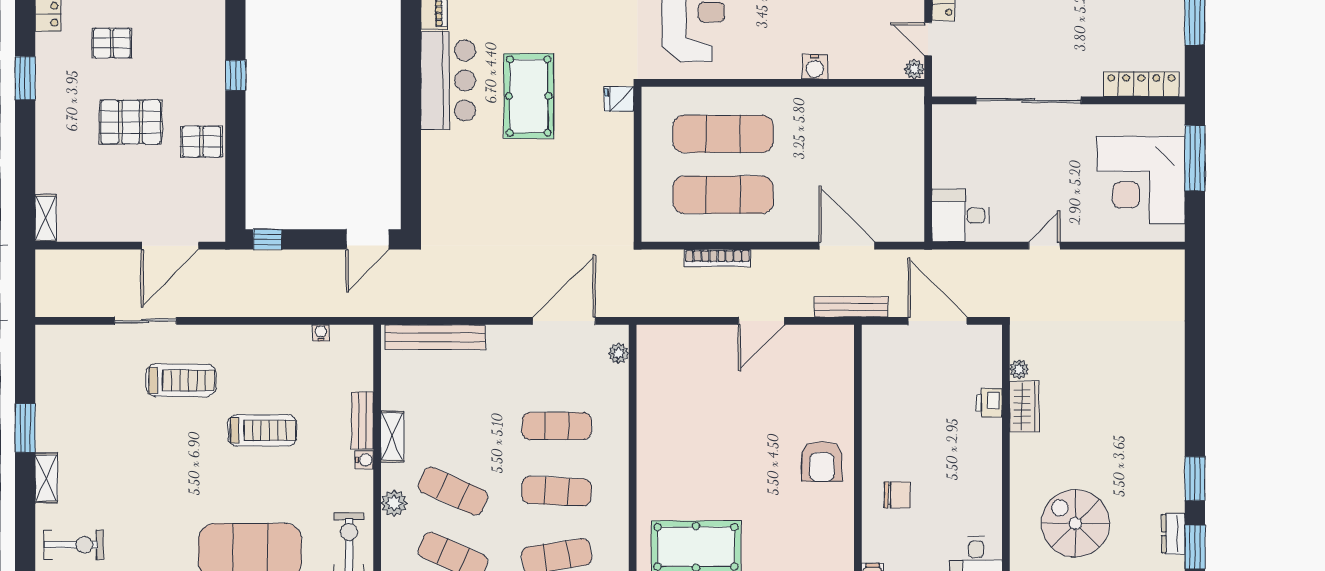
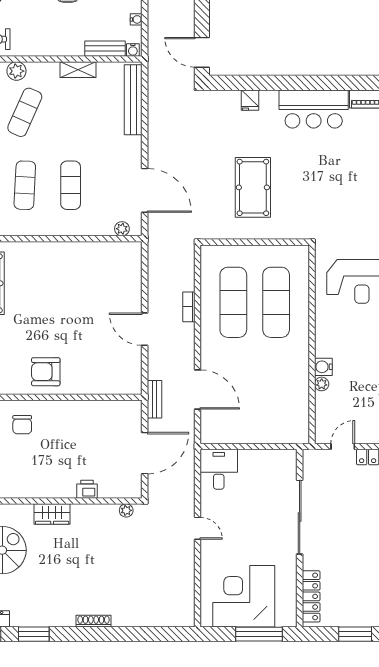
plant: (914, 69) -> (322, 384), moved
pool table: (529, 96) -> (253, 187), moved, turned 90
fridge: (619, 99) -> (250, 100), moved, turned 180
door: (847, 246) -> (197, 389), hinge flipped
bookcase: (717, 258) -> (189, 307), width x0.64
bench: (851, 307) -> (154, 399), width x0.73
plant: (1019, 369) -> (126, 510), moved
shoe rack: (1176, 394) -> (93, 621), added
wardrobe: (1024, 406) -> (52, 514), moved
bench: (362, 420) -> (105, 49), moved
shelving: (392, 436) -> (78, 70), moved
water cooler: (364, 460) -> (133, 50), moved

